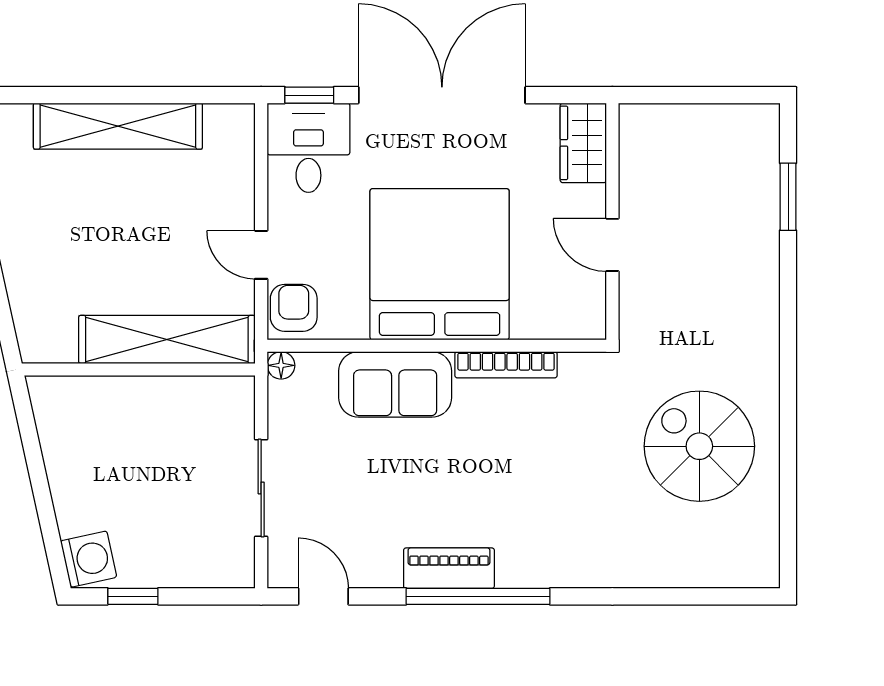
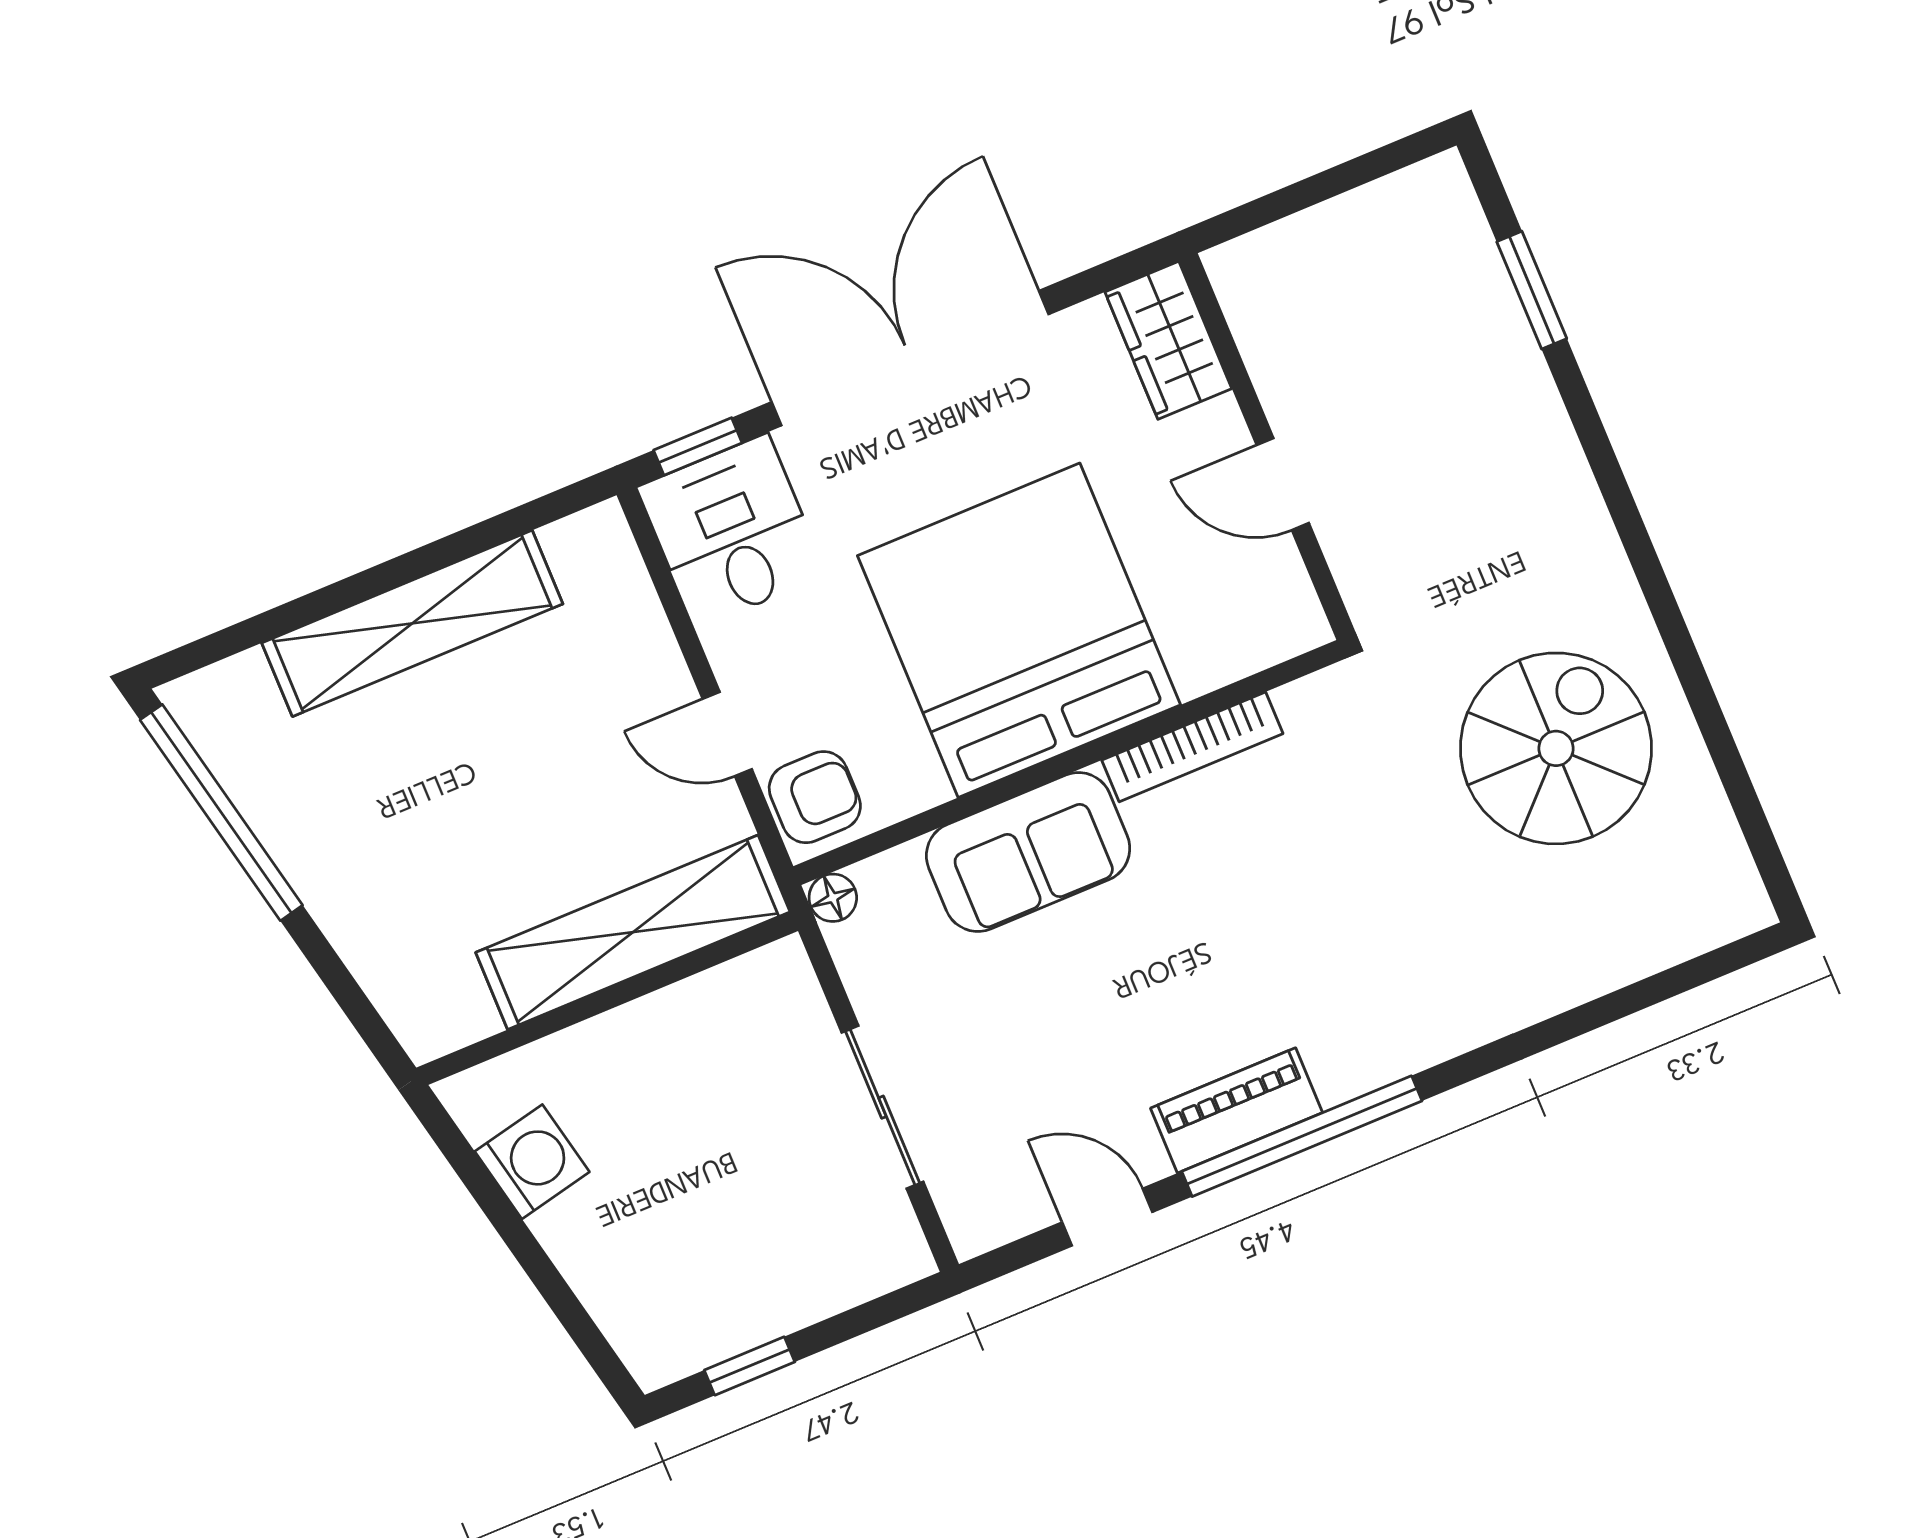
armchair: (294, 308) -> (815, 797), turned 90
spiral stairs: (699, 446) -> (1556, 748), turned 90
washing machine: (89, 559) -> (532, 1162), moved
door: (323, 596) -> (1107, 1217), moved

